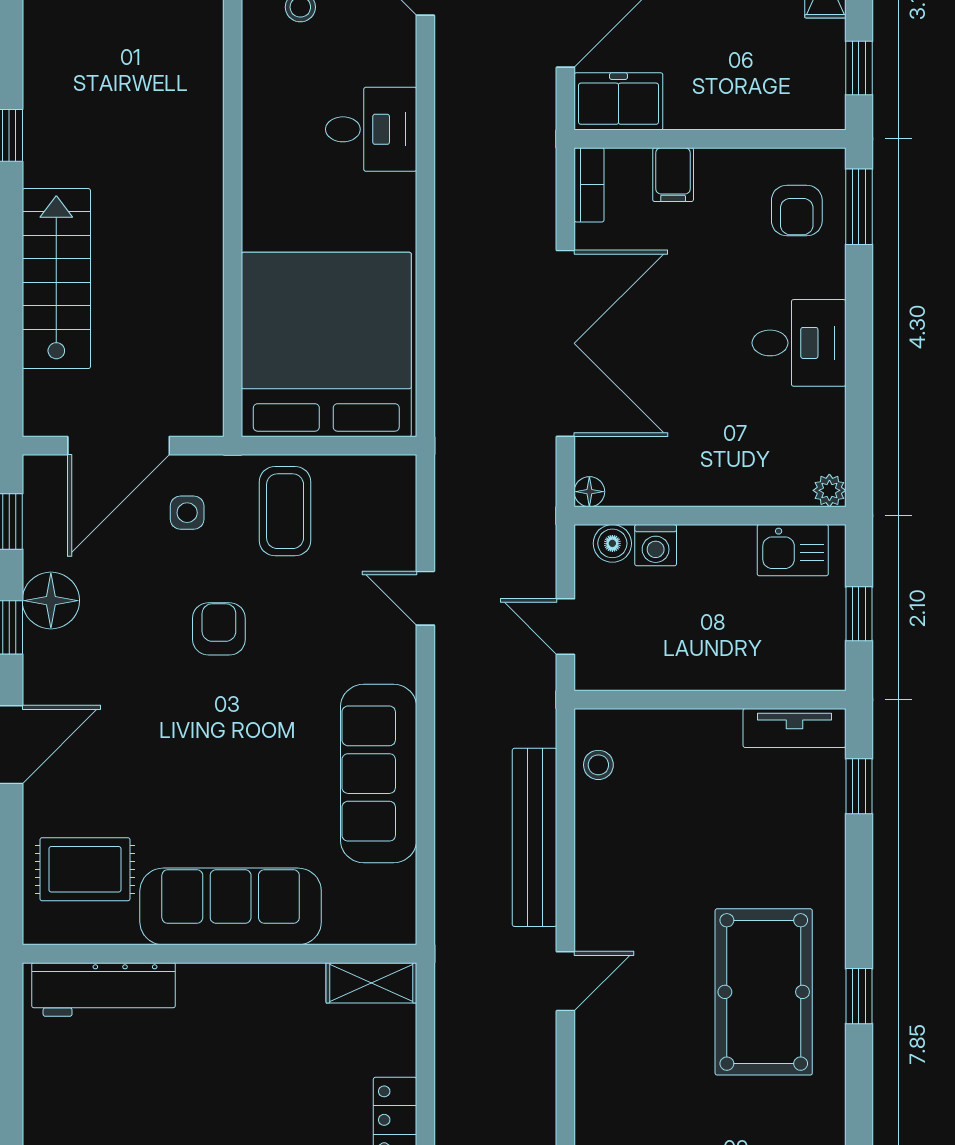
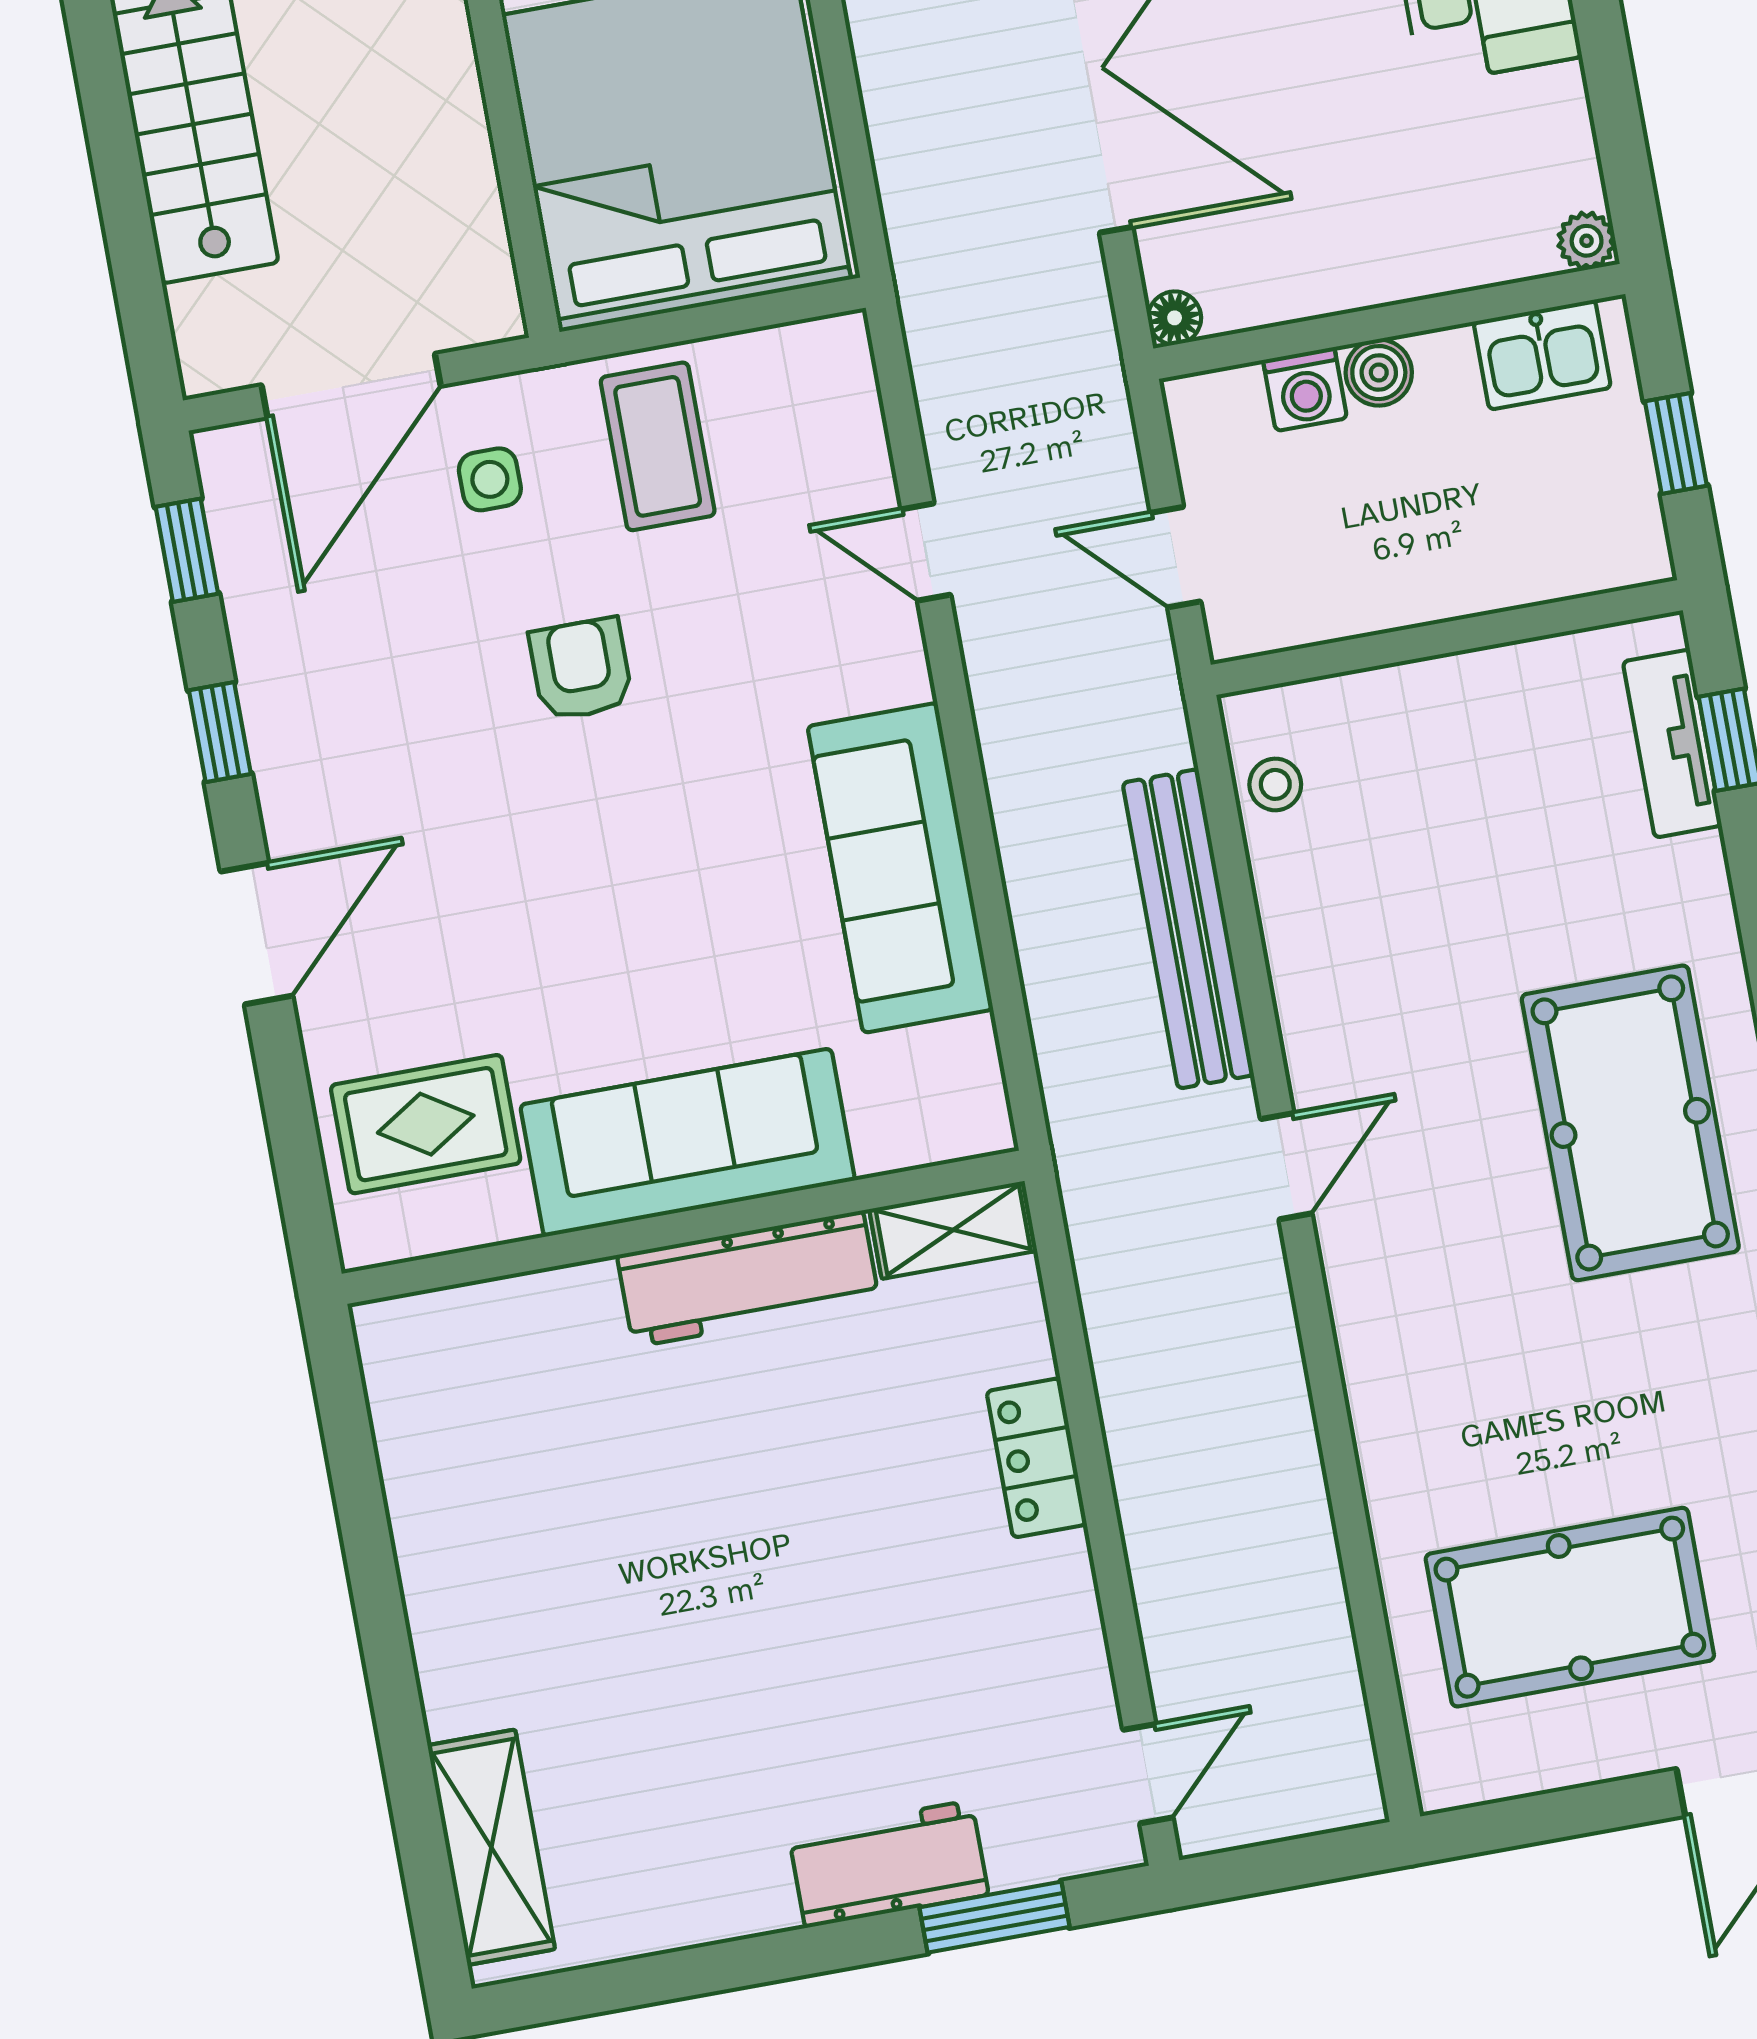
boiler: (612, 543) -> (1379, 373), moved
floor lamp: (51, 601) -> (283, 673), removed
tv unit: (795, 728) -> (1672, 744), moved, turned 90
workbench: (103, 989) -> (748, 1279), moved

